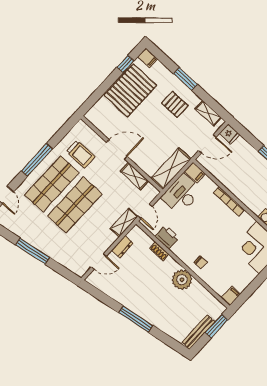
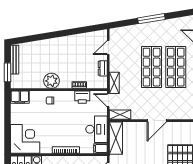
trolley: (81, 154) -> (175, 99), removed
shelving: (134, 176) -> (120, 115), moved
filing cabinet: (231, 296) -> (20, 97), width x2.00
window: (136, 319) -> (57, 34), removed

